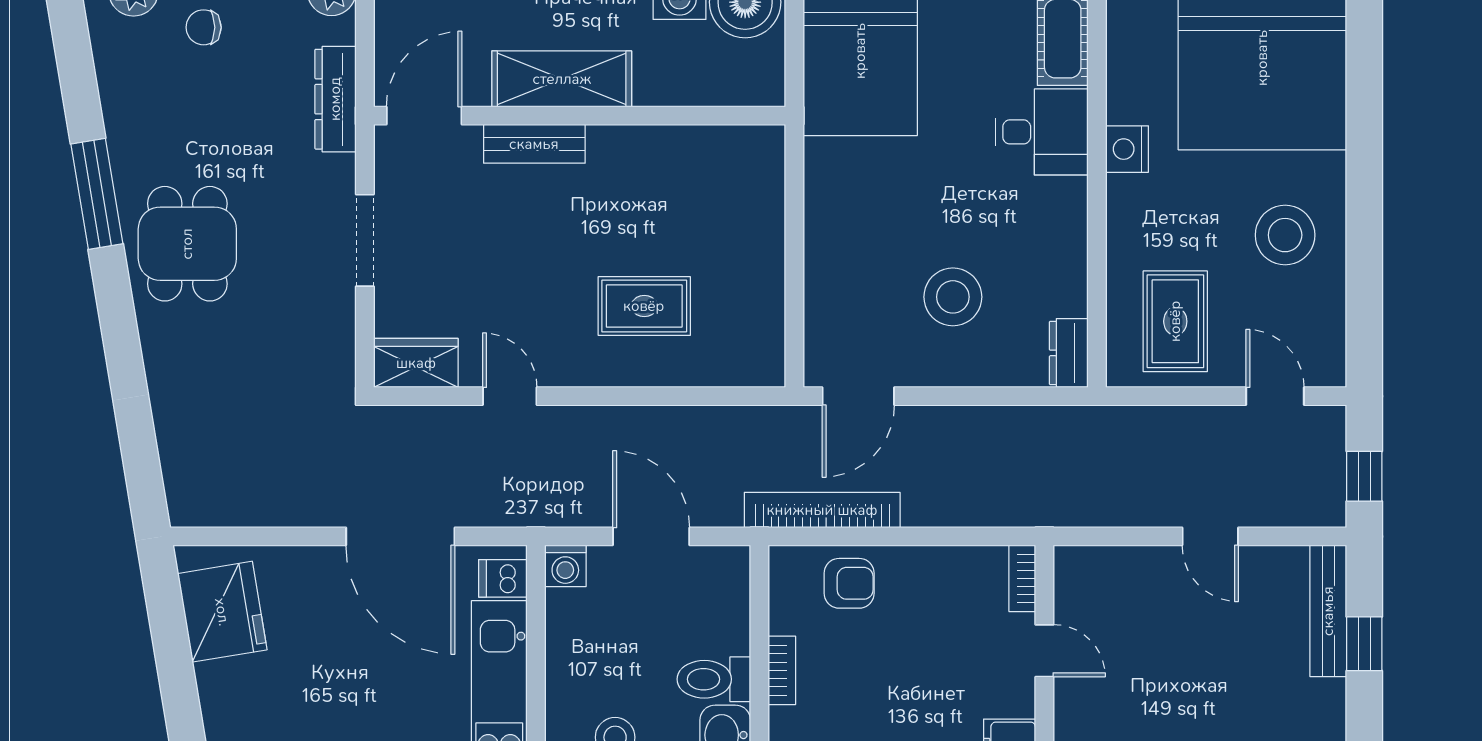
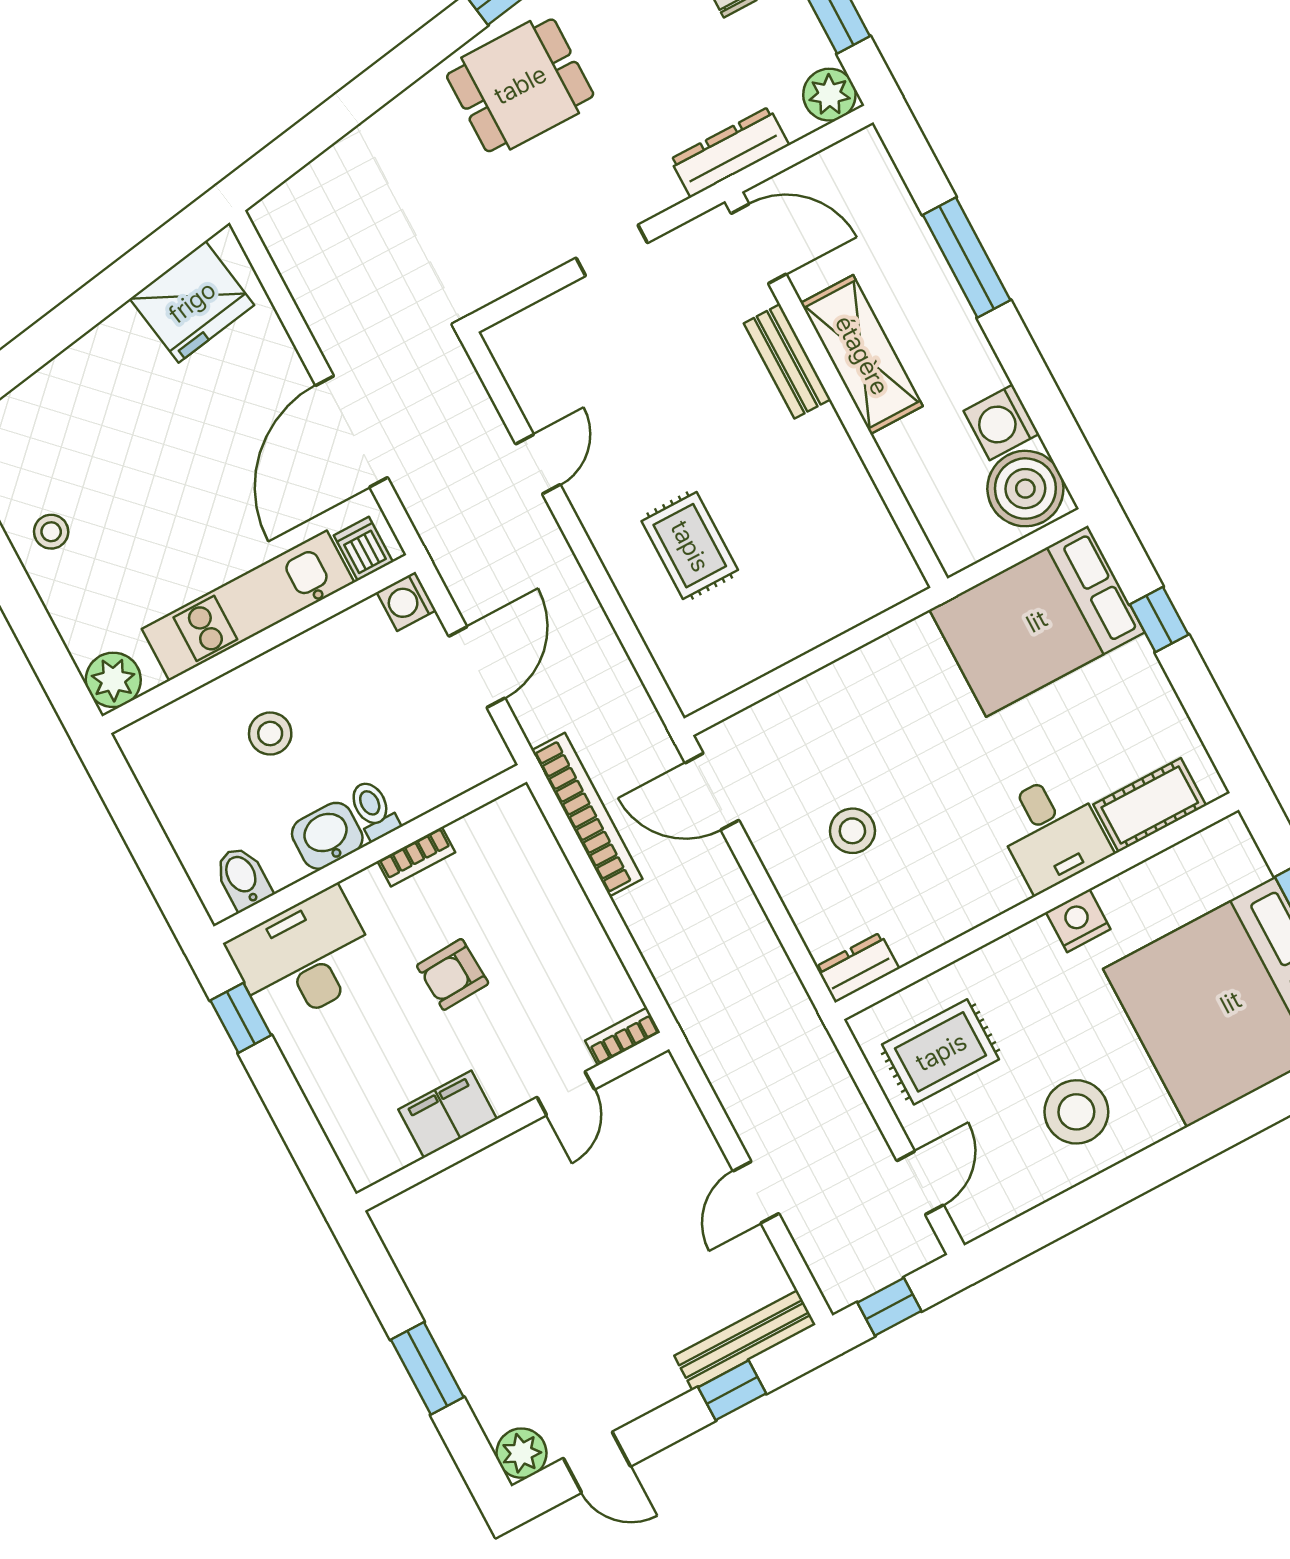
doorway: (365, 240) -> (612, 250), width x0.73
stool: (953, 297) -> (852, 831), width x0.73, depth x0.73
wardrobe: (416, 363) -> (522, 359), removed
armchair: (849, 583) -> (453, 974), moved, turned 87
toilet: (714, 679) -> (373, 810), width x0.73, depth x0.72

